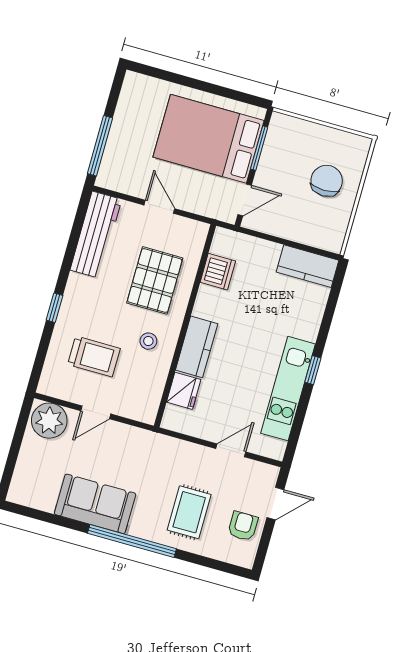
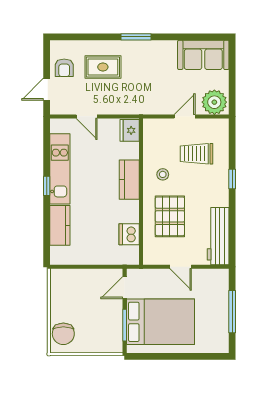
window: (100, 146) -> (232, 312), moved
chair: (327, 181) -> (63, 334), moved
kitchen counter: (307, 266) -> (60, 225), moved, turned 90
fridge: (184, 391) -> (130, 130), moved
door: (231, 450) -> (87, 116), hinge flipped
sofa: (95, 504) -> (203, 55), moved
rug: (189, 512) -> (103, 67), turned 90
window: (132, 541) -> (136, 37), width x0.47

